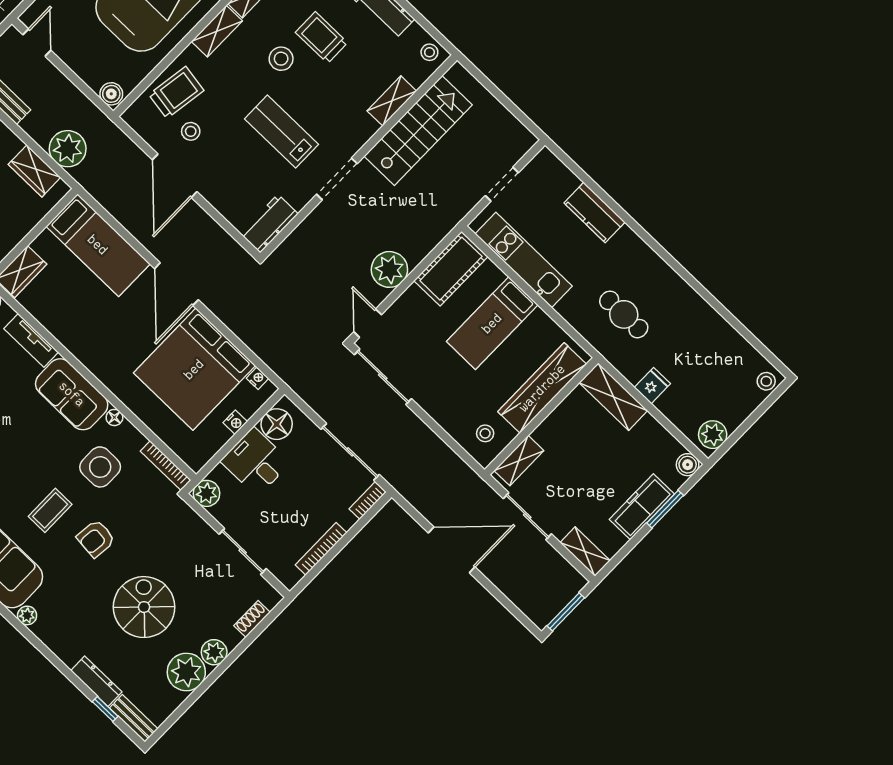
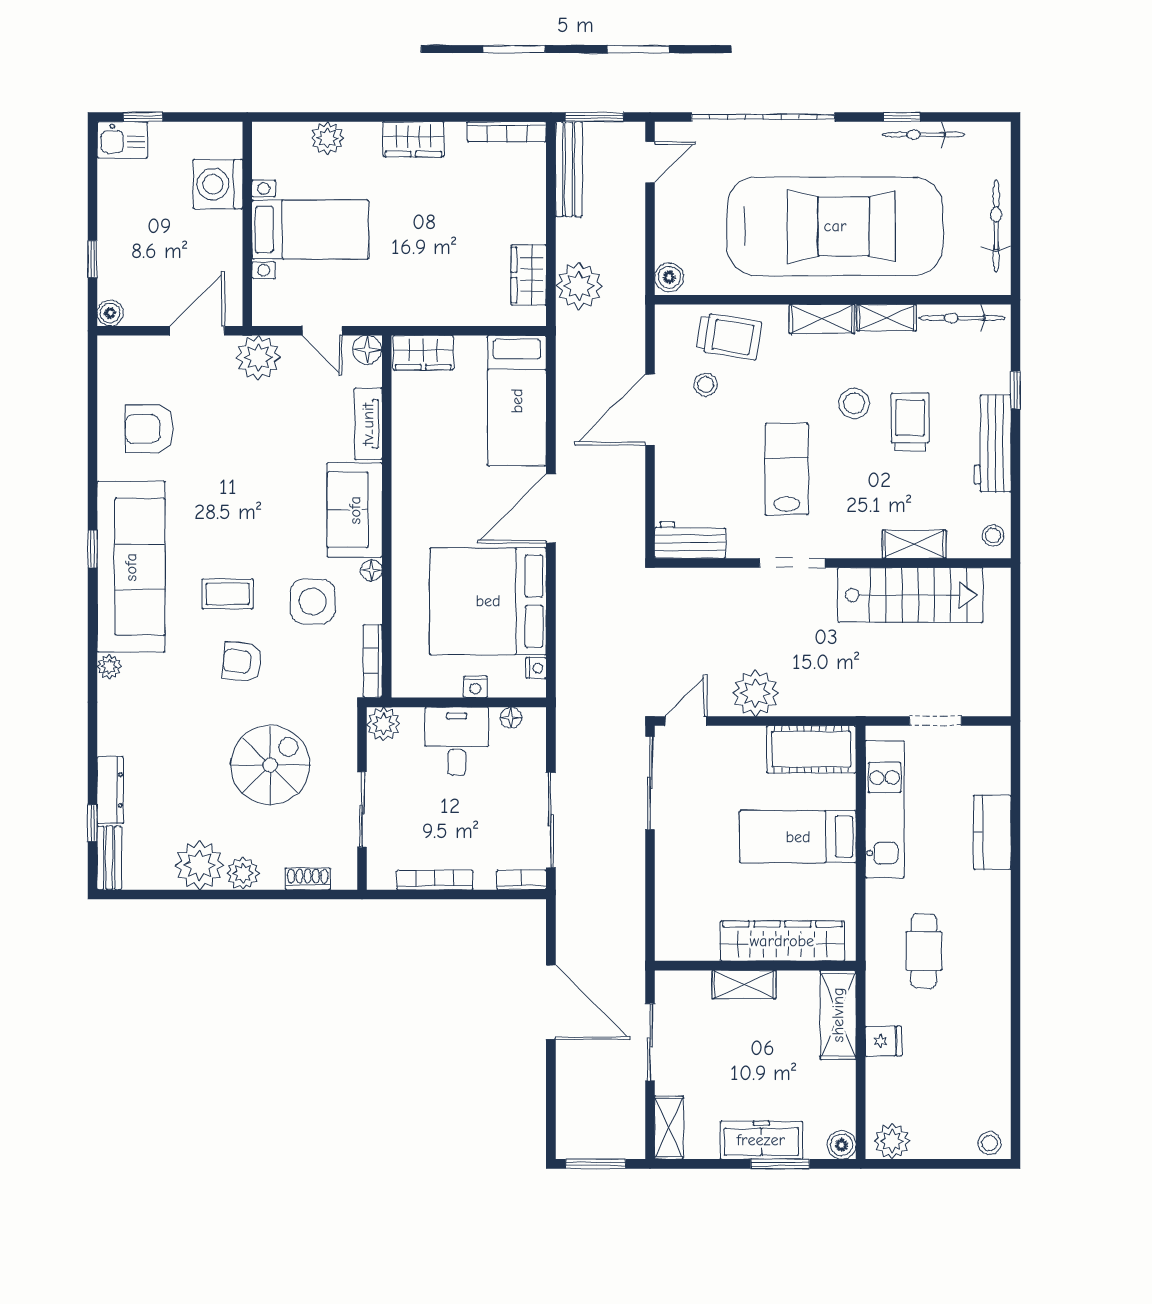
floor lamp: (277, 424) -> (511, 718), width x0.53, depth x0.53
stool: (485, 433) -> (689, 929), removed
shelving: (519, 461) -> (744, 985), moved
spiral stairs: (144, 607) -> (270, 765), moved

